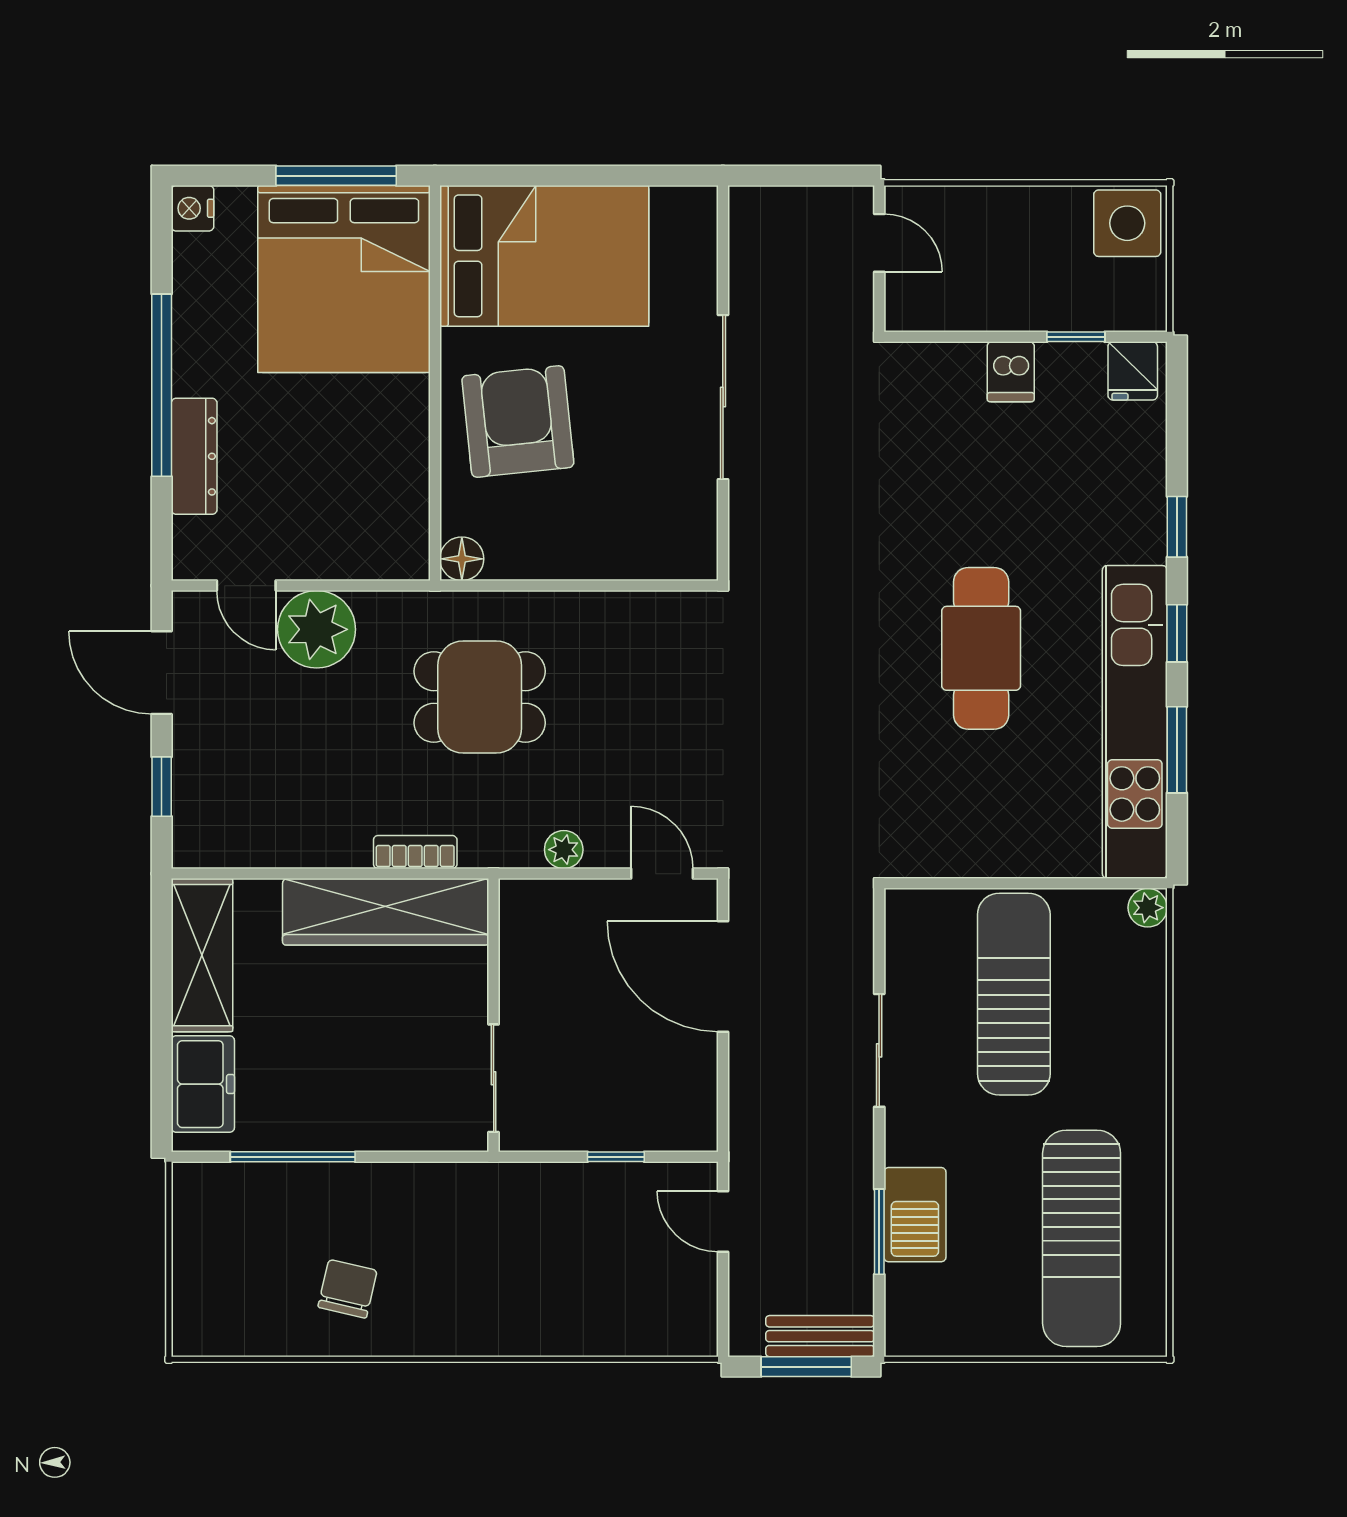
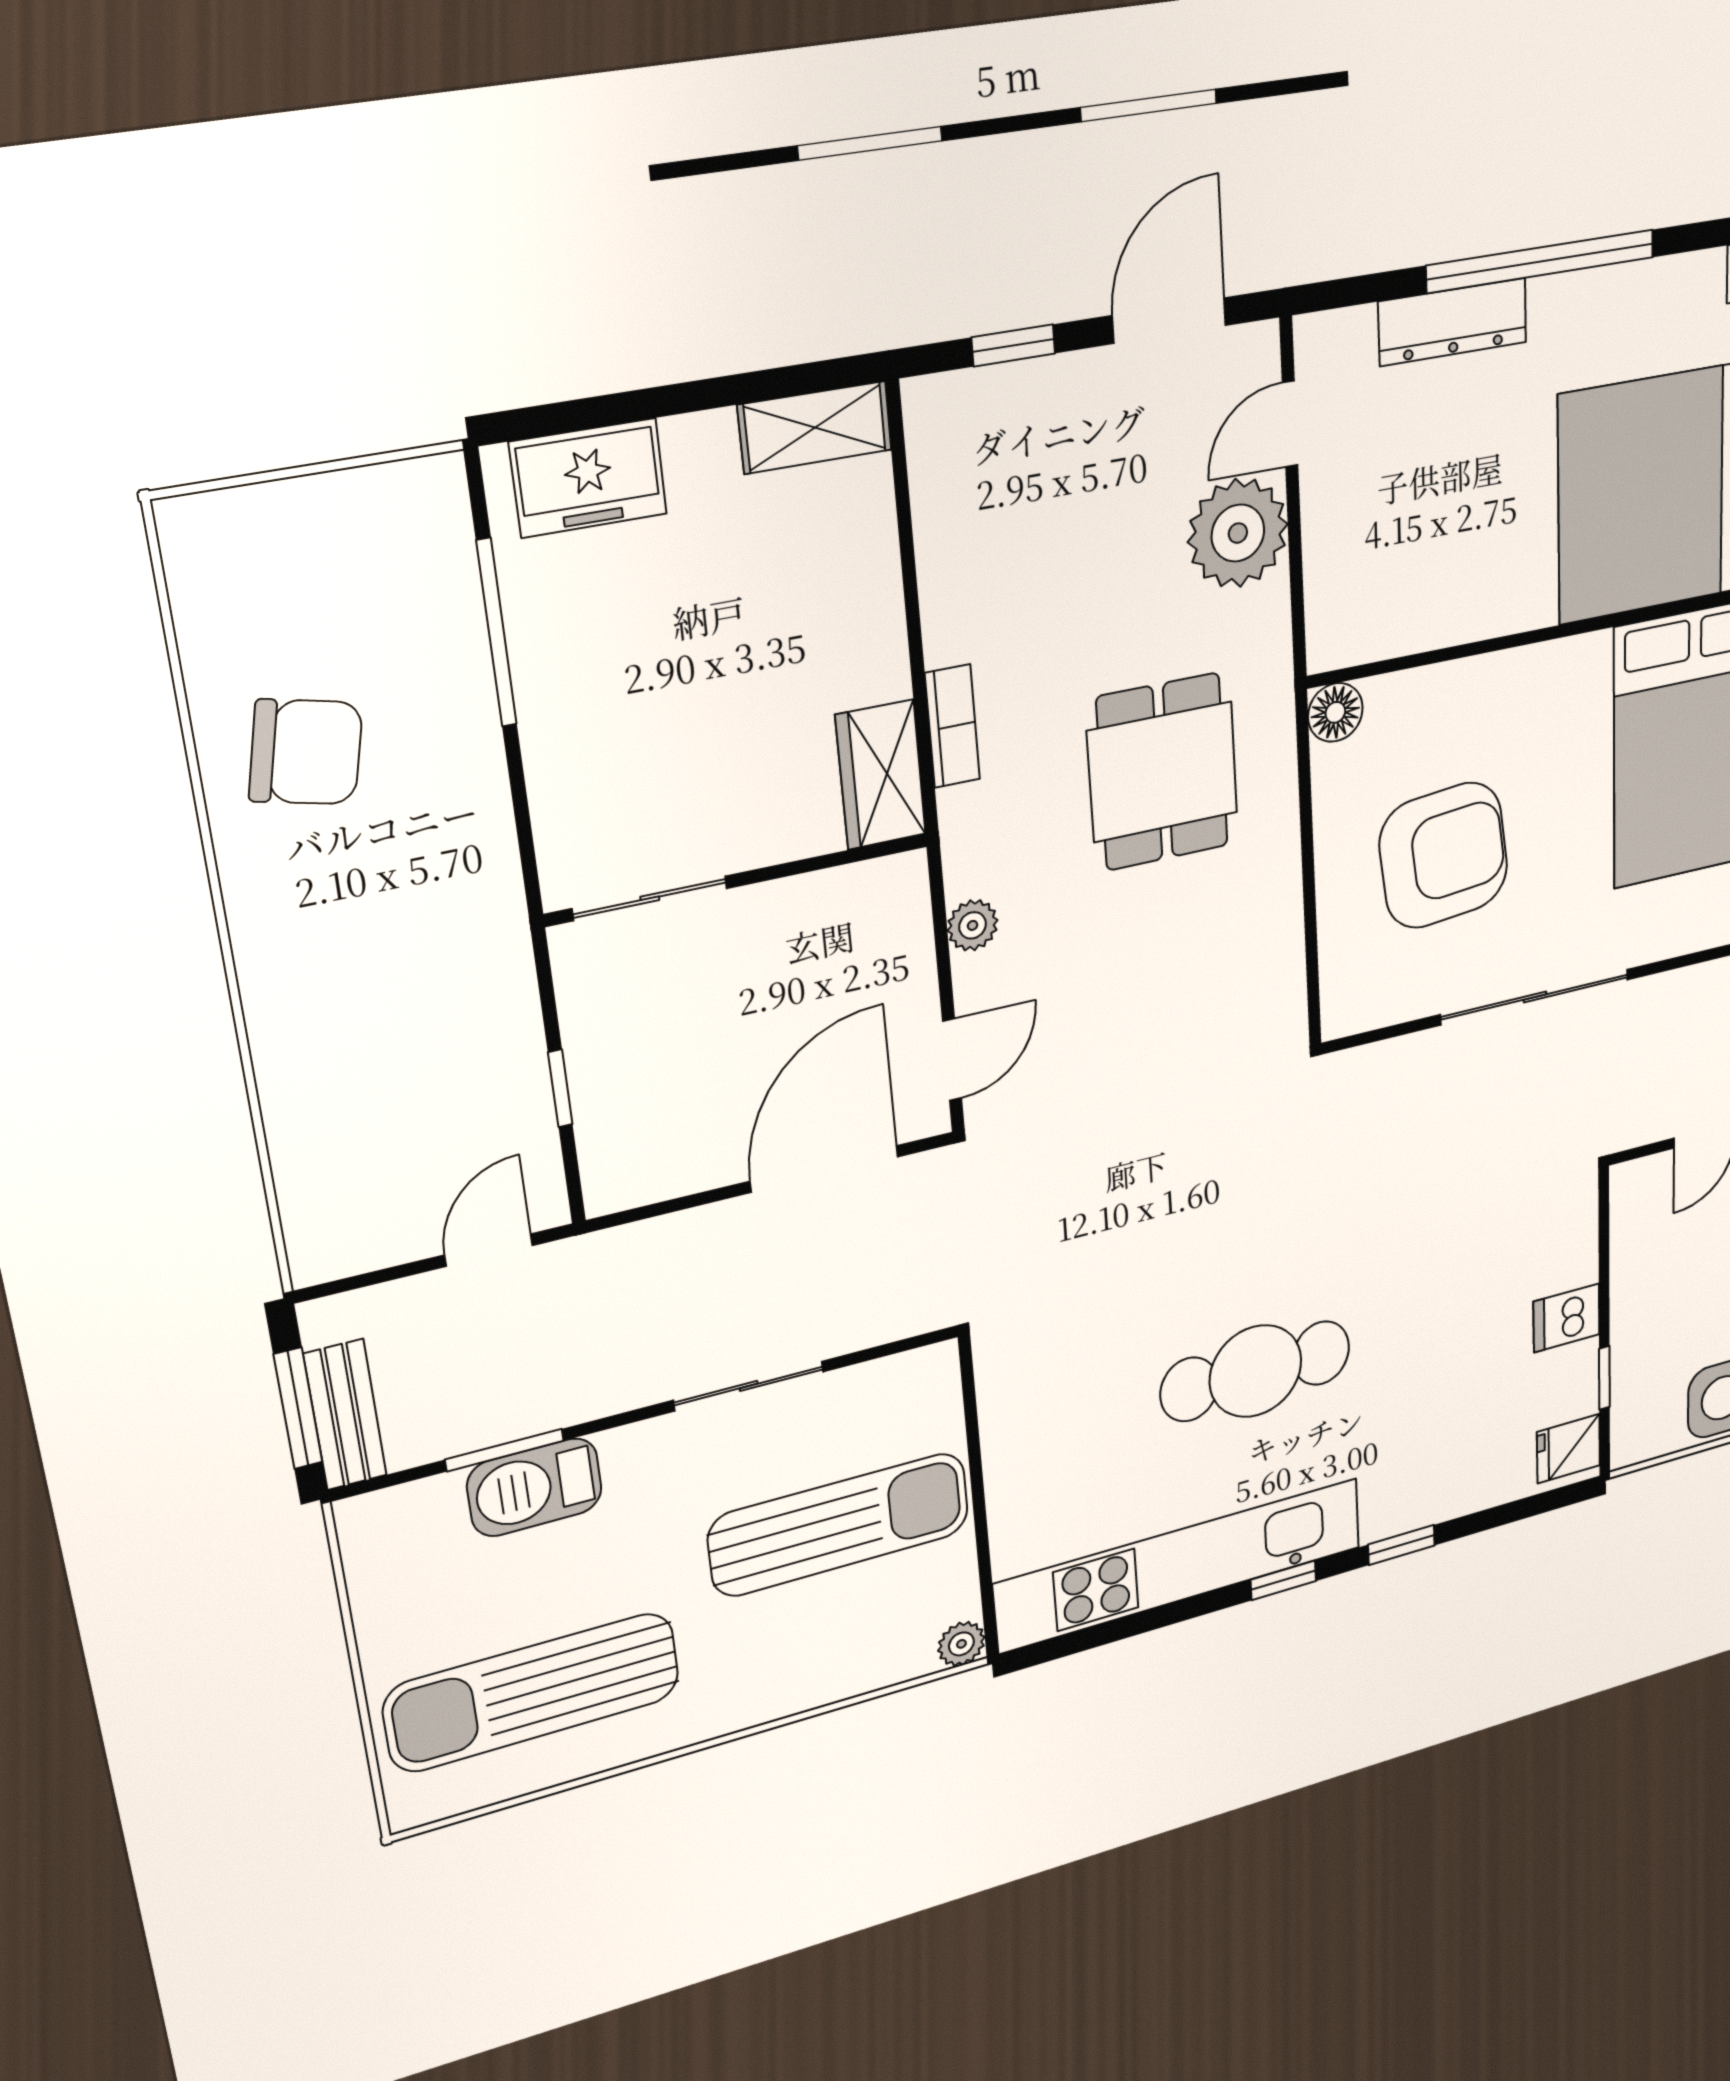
armchair: (518, 421) -> (1444, 855), moved
window: (1177, 750) -> (1151, 1620), removed
wardrobe: (386, 912) -> (881, 775), width x0.48, depth x0.85
shelving: (202, 955) -> (815, 427), width x0.67, depth x0.75
chair: (348, 1289) -> (306, 752), width x1.37, depth x1.37

